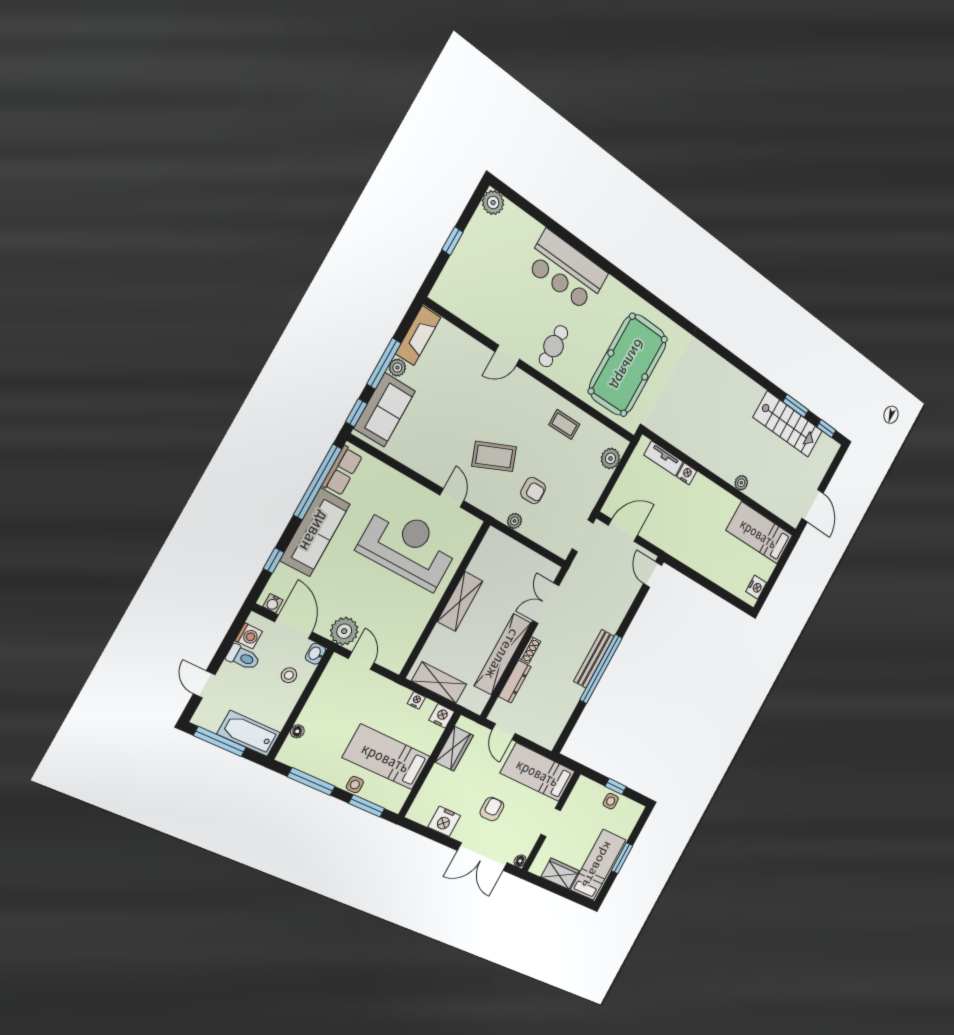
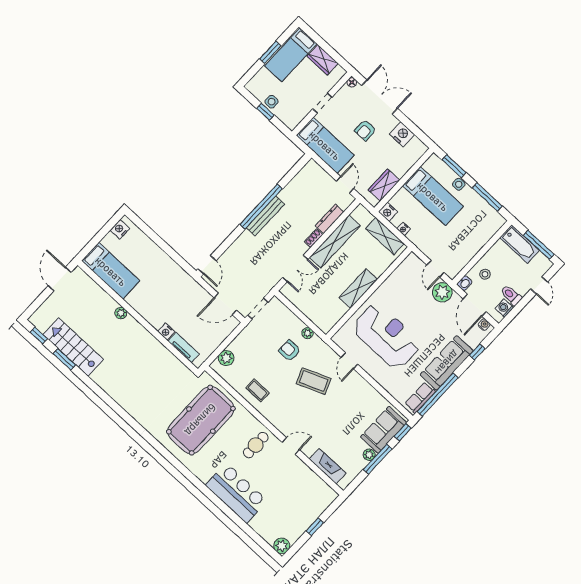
fireplace: (418, 335) -> (328, 466), moved, turned 90
reception desk: (409, 547) -> (387, 336), turned 180
floor lamp: (297, 731) -> (488, 235), removed

